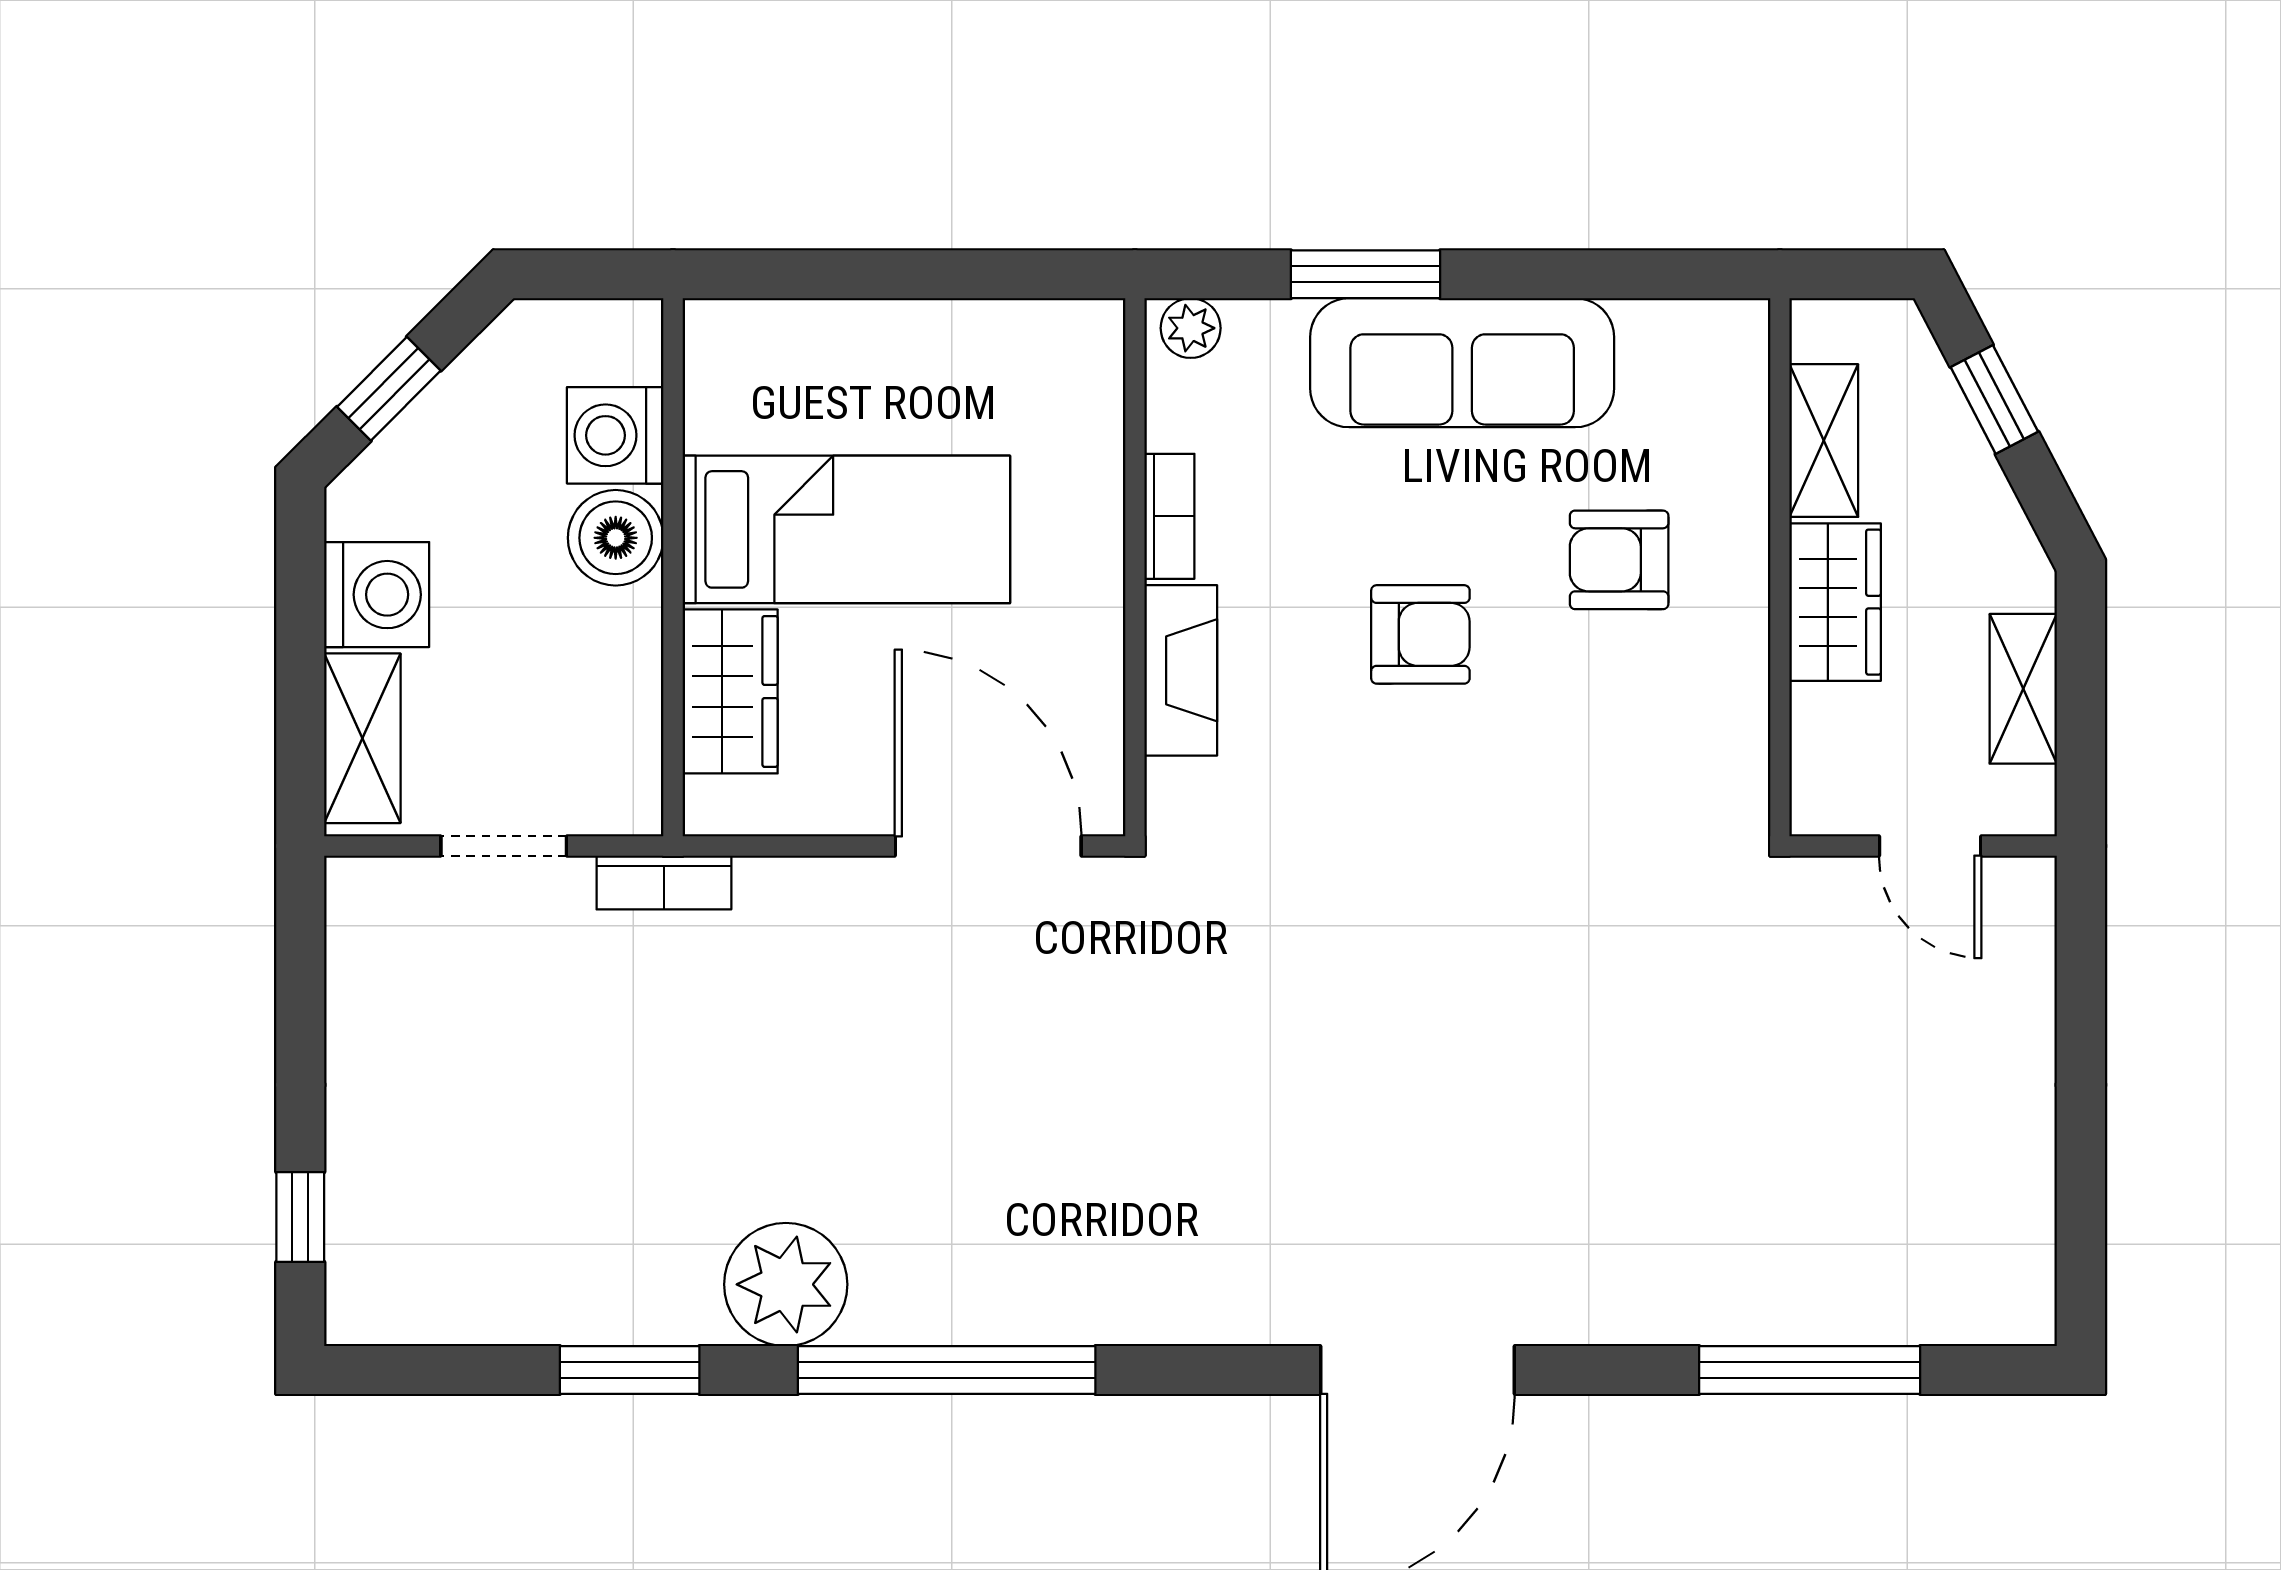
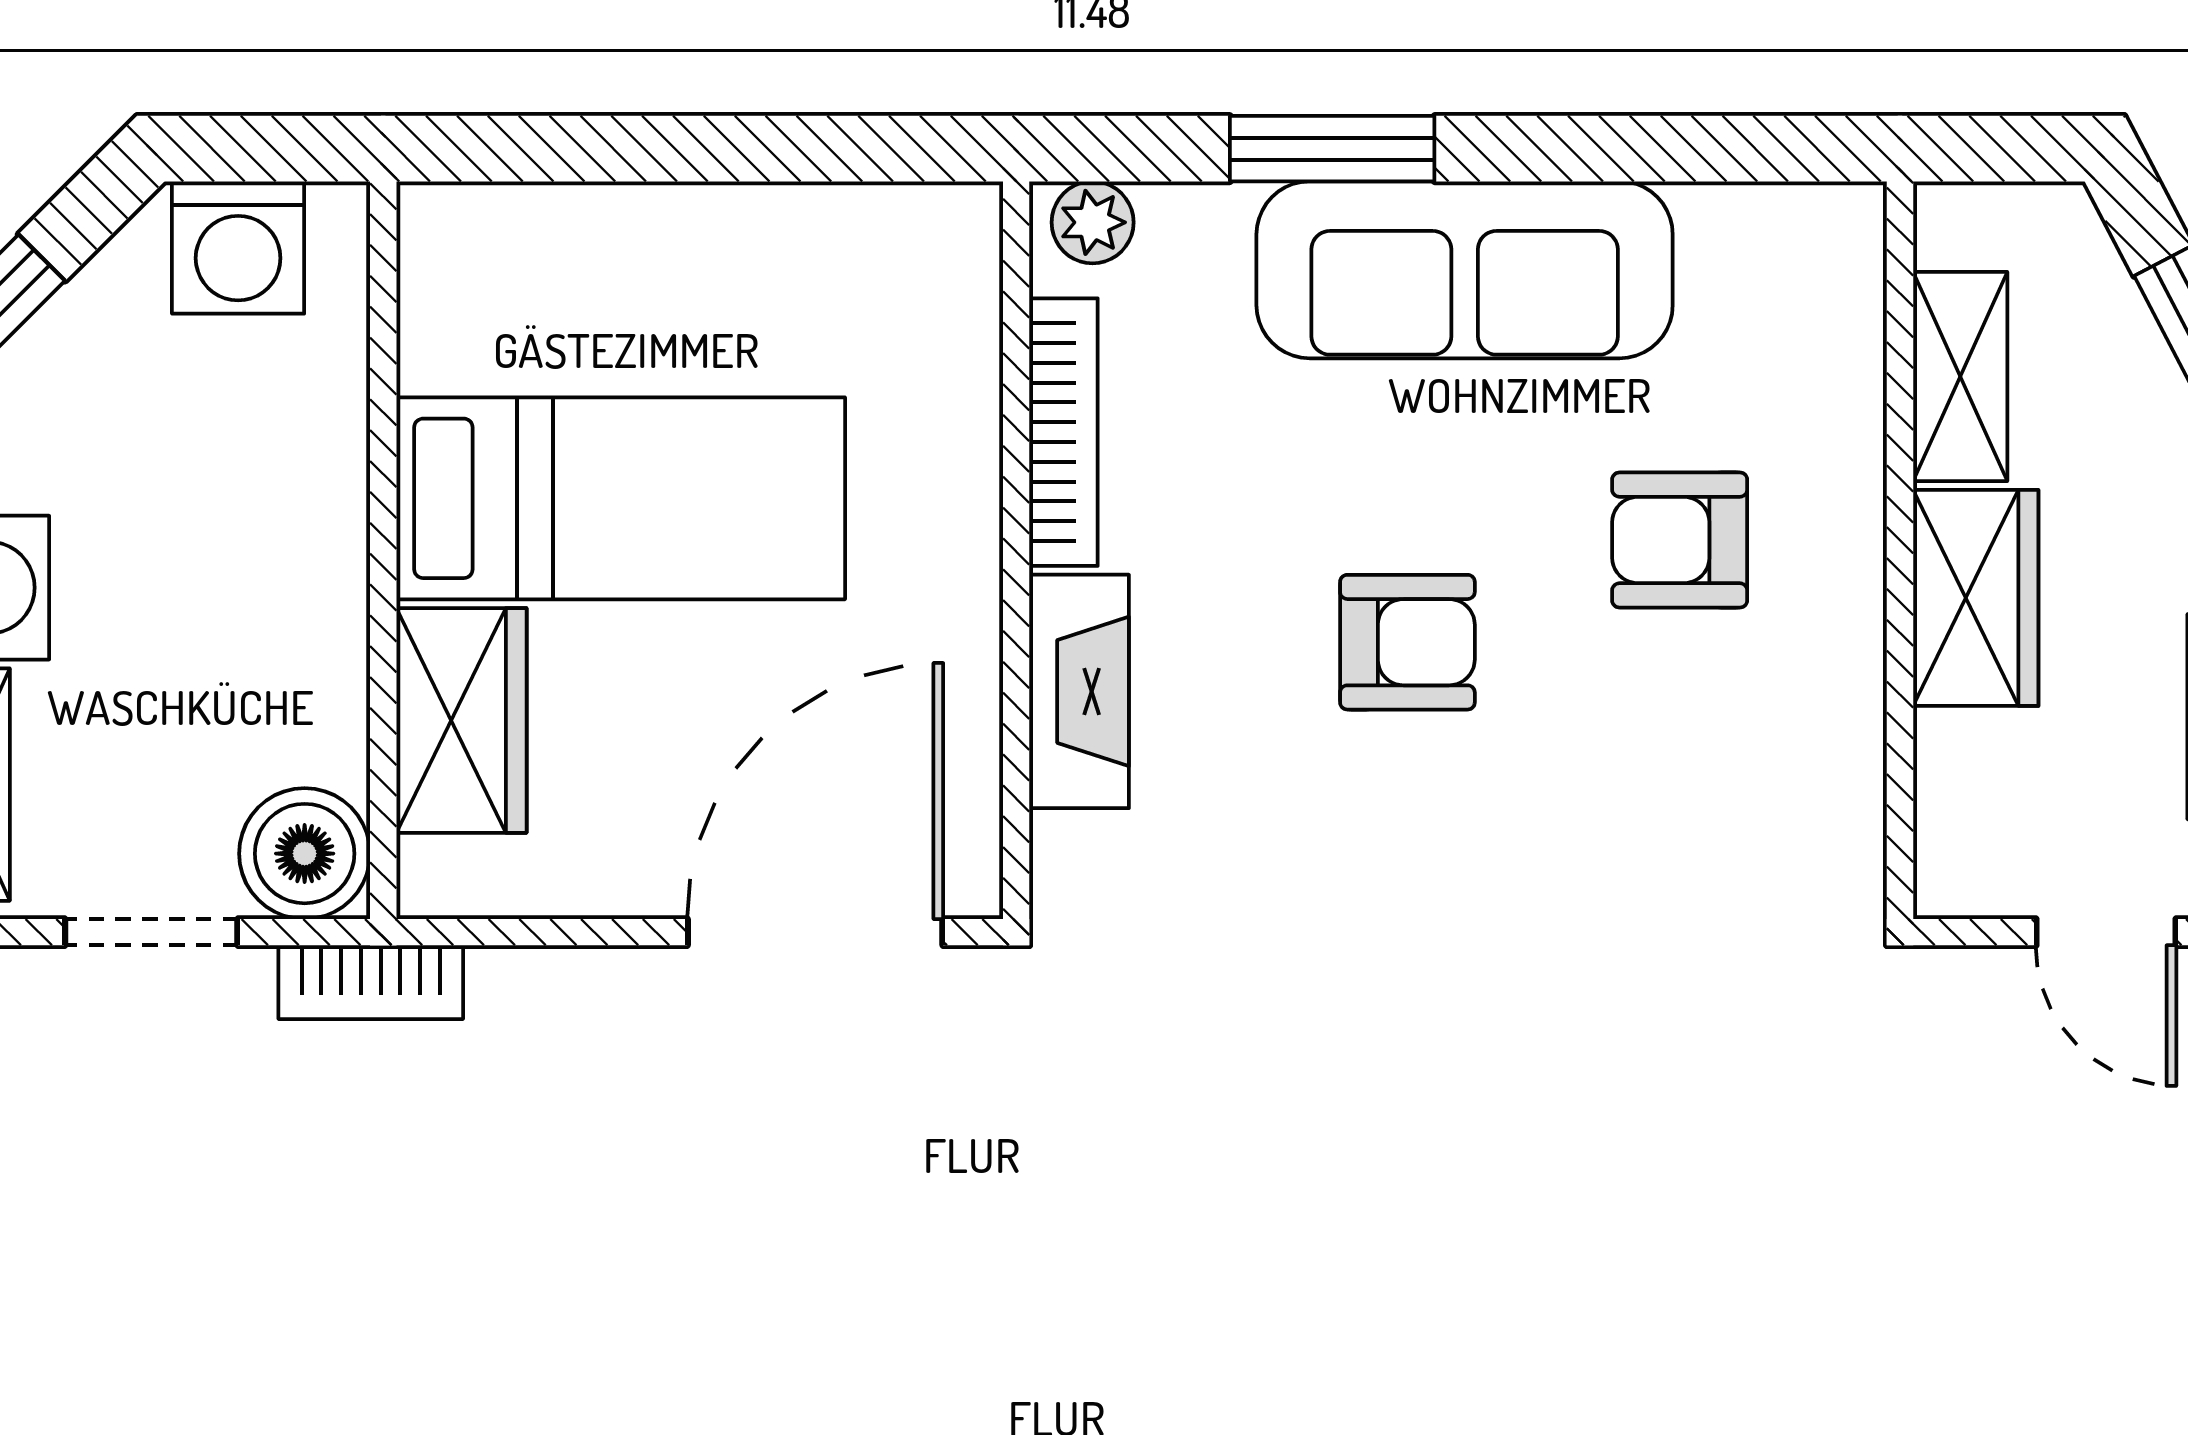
washing machine: (615, 435) -> (238, 248), moved, turned -90
bookcase: (1169, 516) -> (1063, 432), width x1.56
boiler: (616, 538) -> (305, 854), moved
door: (988, 846) -> (815, 932), hinge flipped

